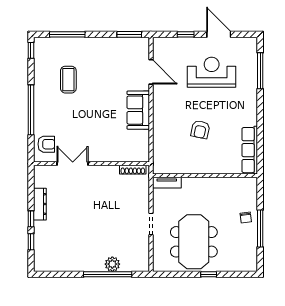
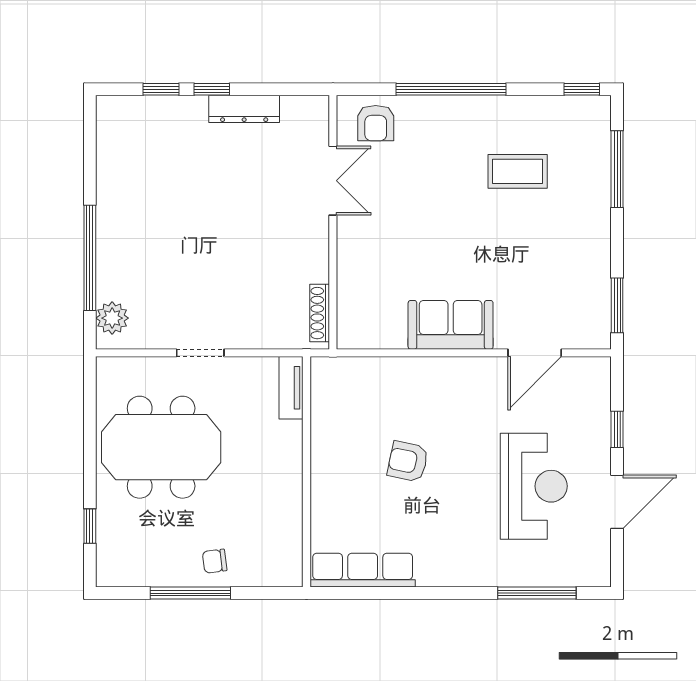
plant: (112, 264) -> (112, 318), moved
window: (209, 274) -> (90, 526), moved

